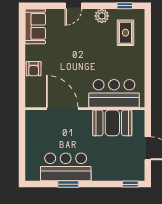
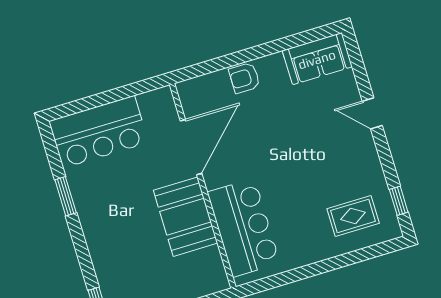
plant: (102, 16) -> (369, 167), removed
booth: (112, 123) -> (186, 217), moved
bar counter: (66, 167) -> (99, 132), moved, turned 90

